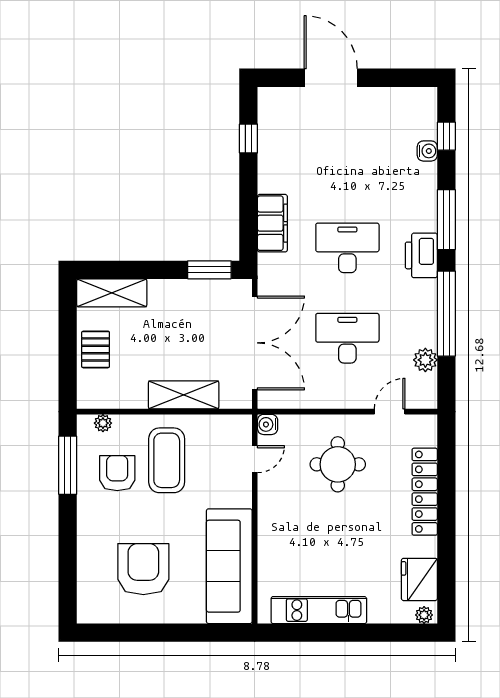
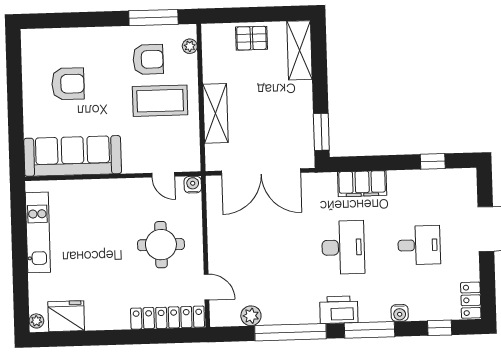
locker: (415, 98) -> (471, 300), added
water cooler: (427, 151) -> (400, 313), moved
desk: (347, 338) -> (419, 245), moved, width x0.73
locker: (425, 492) -> (168, 318), moved
armchair: (143, 569) -> (68, 84), width x0.73, depth x0.73

